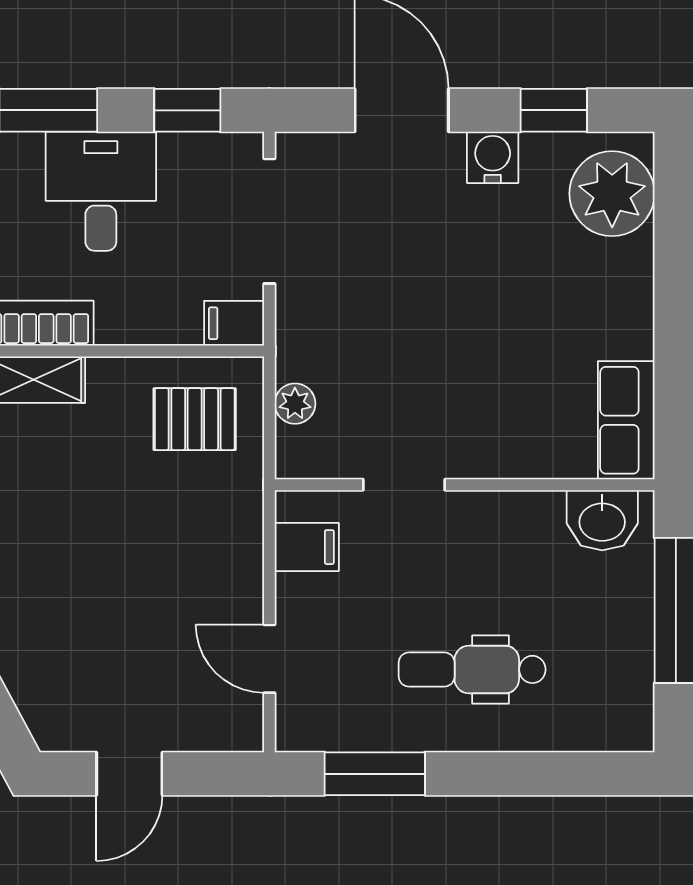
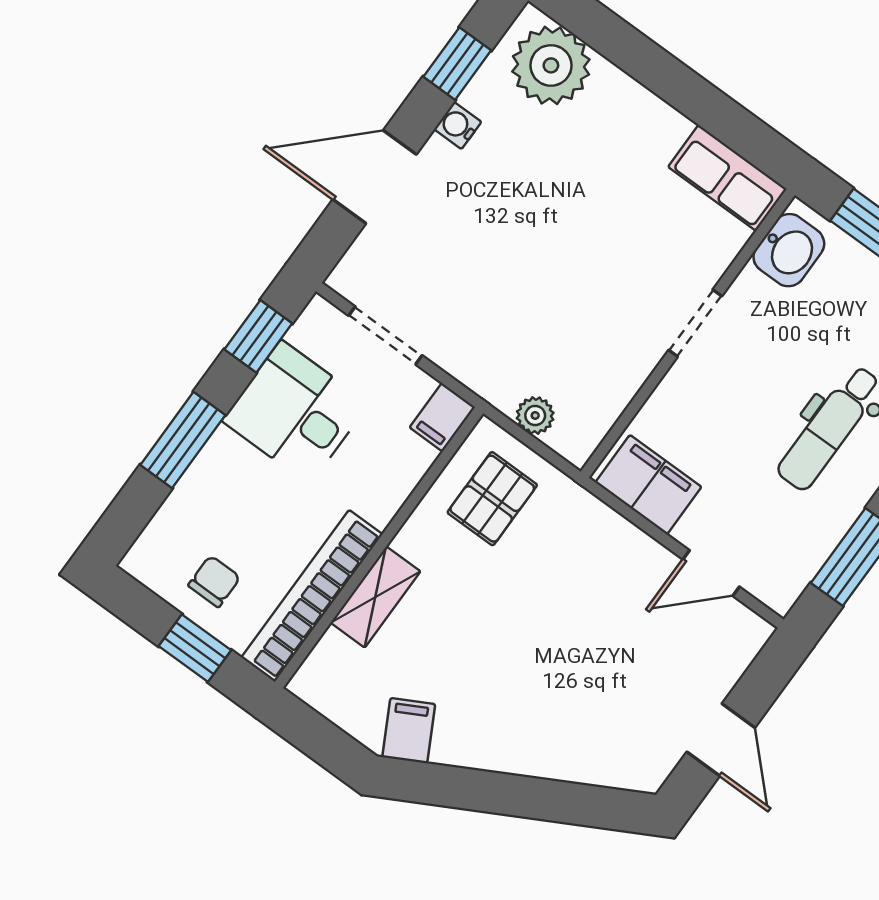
water cooler: (493, 157) -> (458, 126), width x0.72, depth x0.72
desk: (101, 191) -> (295, 412), moved
doorway: (269, 221) -> (385, 336), width x0.73
doorway: (404, 485) -> (695, 323), moved
filing cabinet: (307, 547) -> (648, 485), width x2.00

